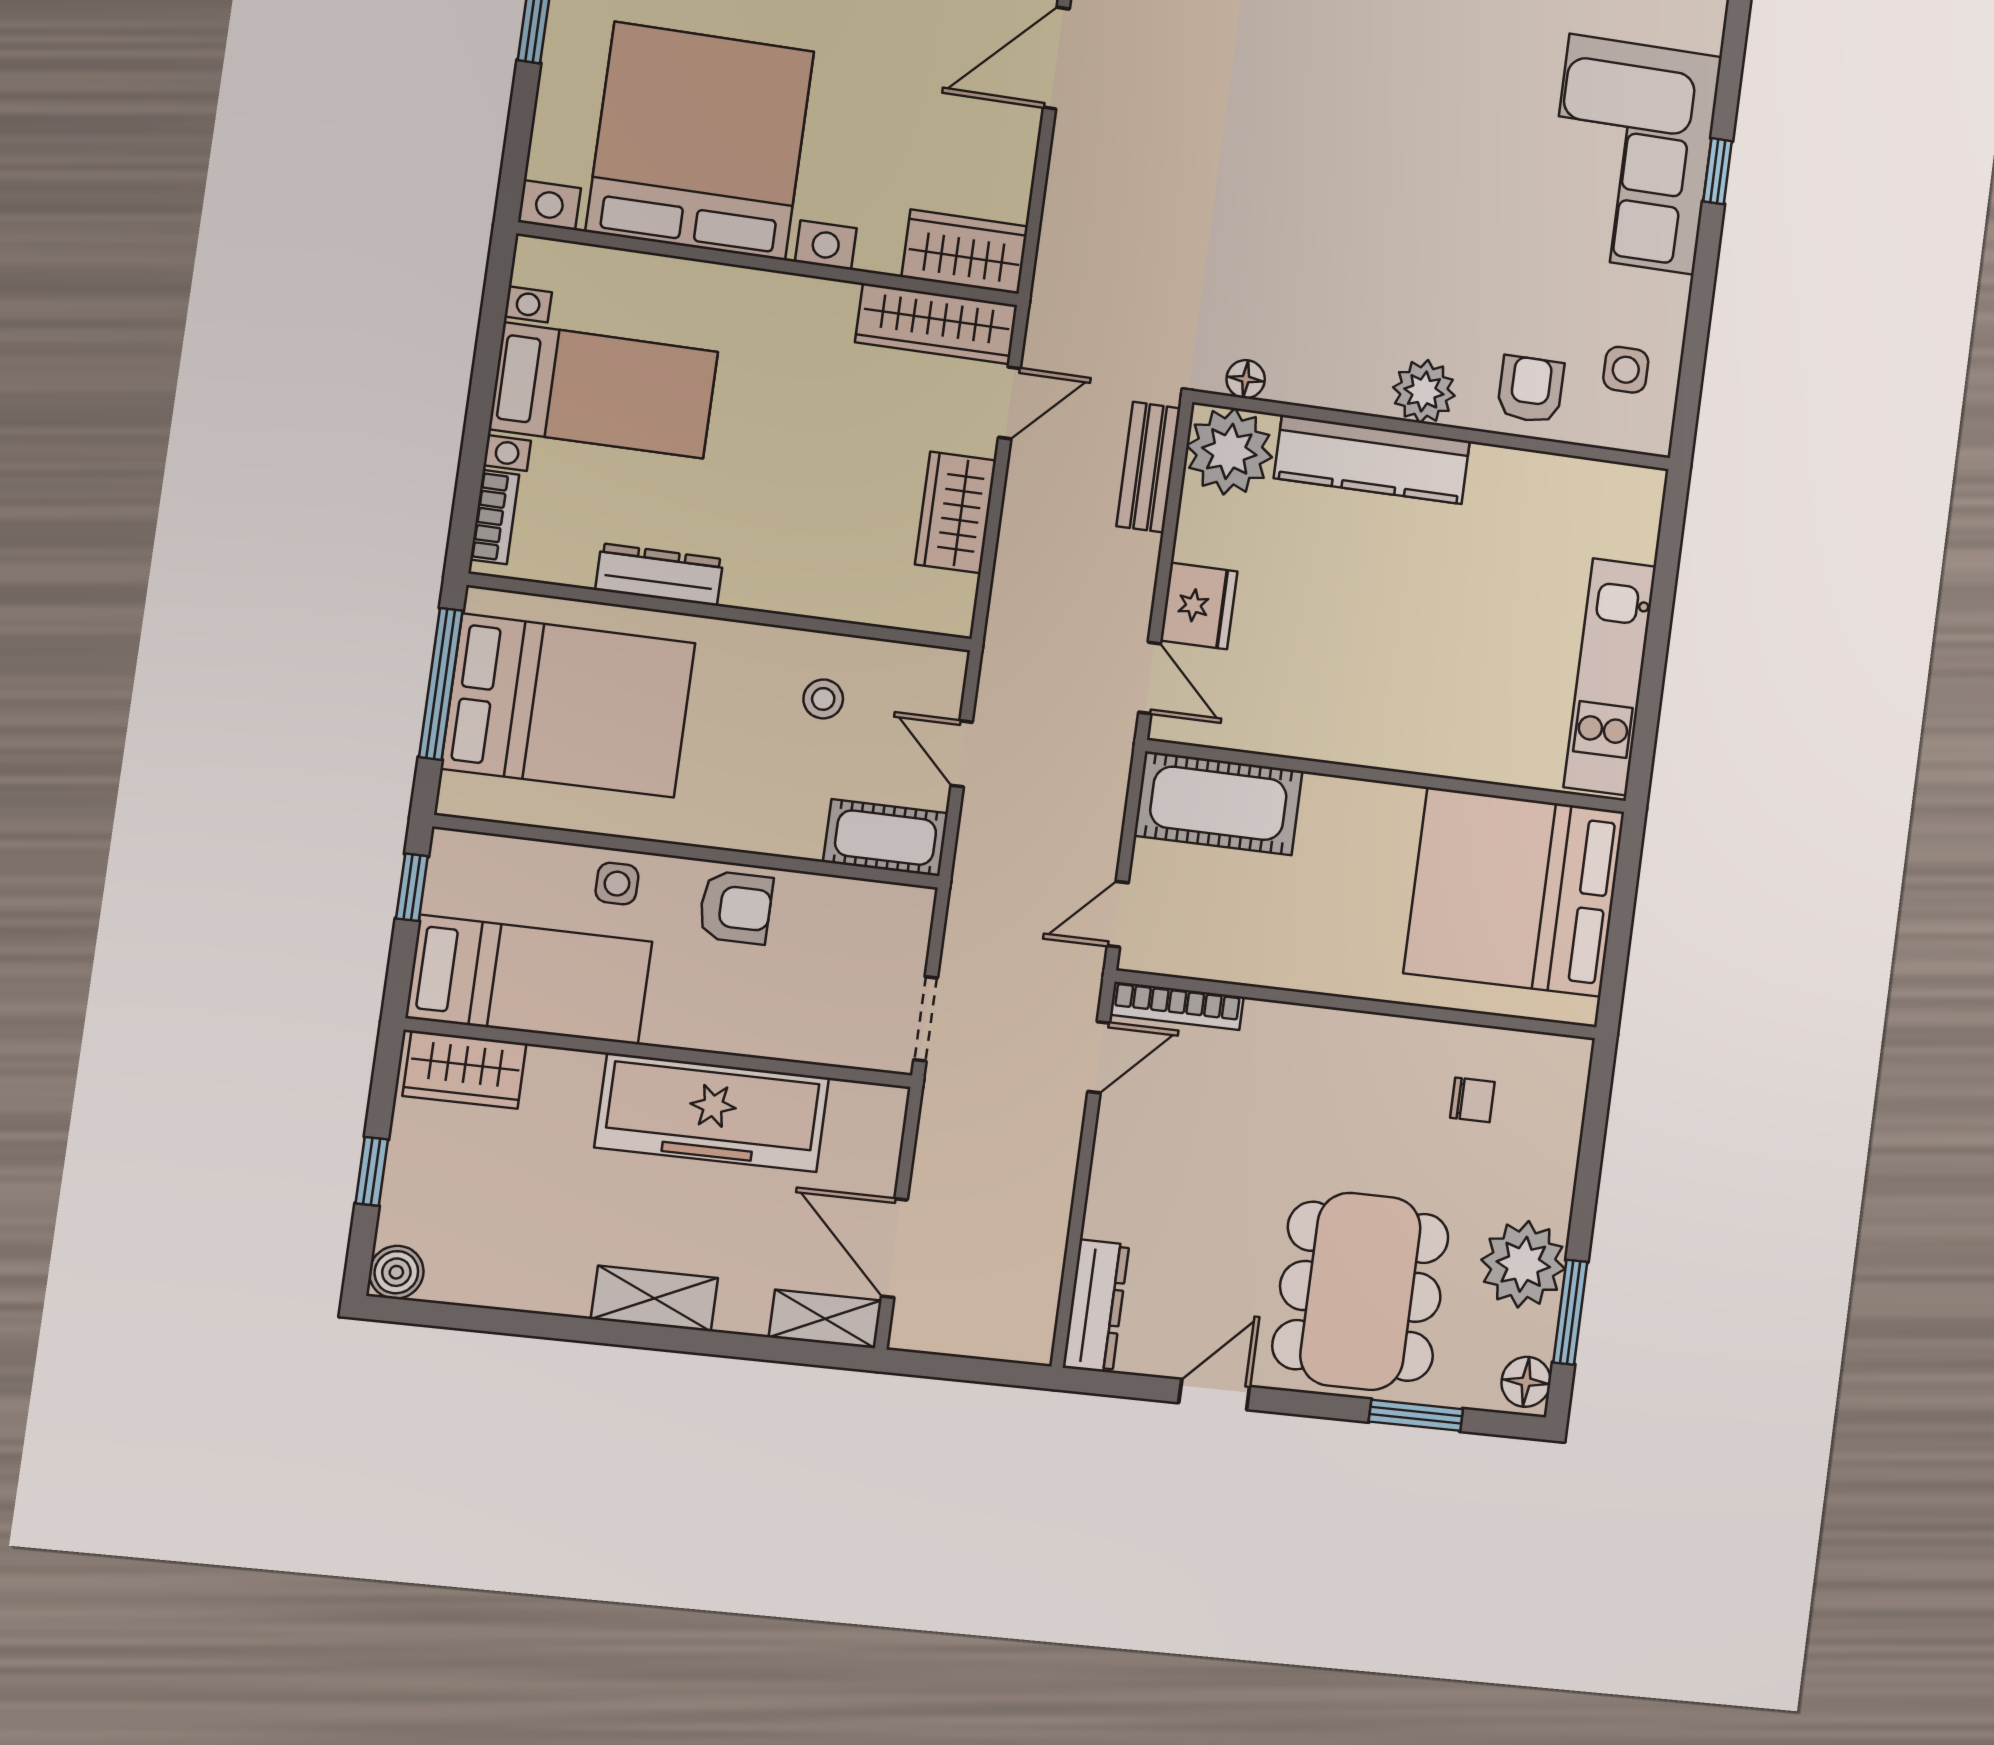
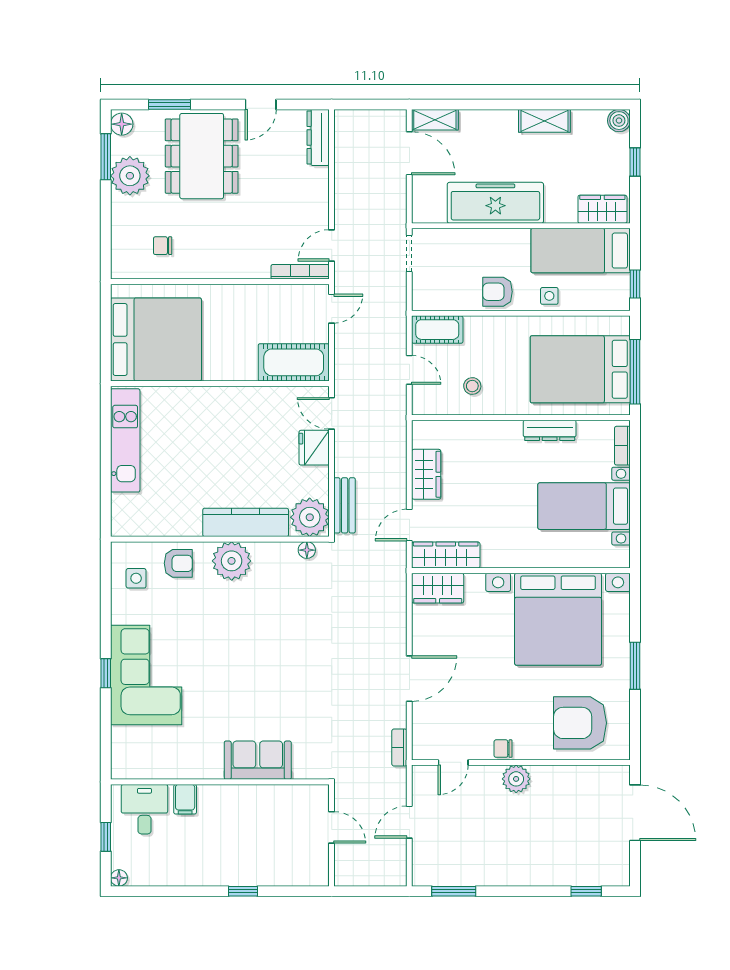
armchair: (1531, 389) -> (178, 563), turned -90
plant: (1424, 391) -> (232, 561), width x1.36, depth x1.36
shelving: (654, 1298) -> (544, 121), moved

